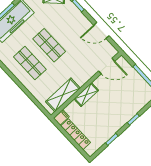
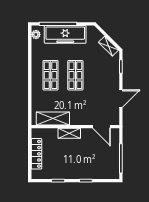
door: (101, 30) -> (121, 99), swing flipped
filing cabinet: (61, 117) -> (37, 133), removed

